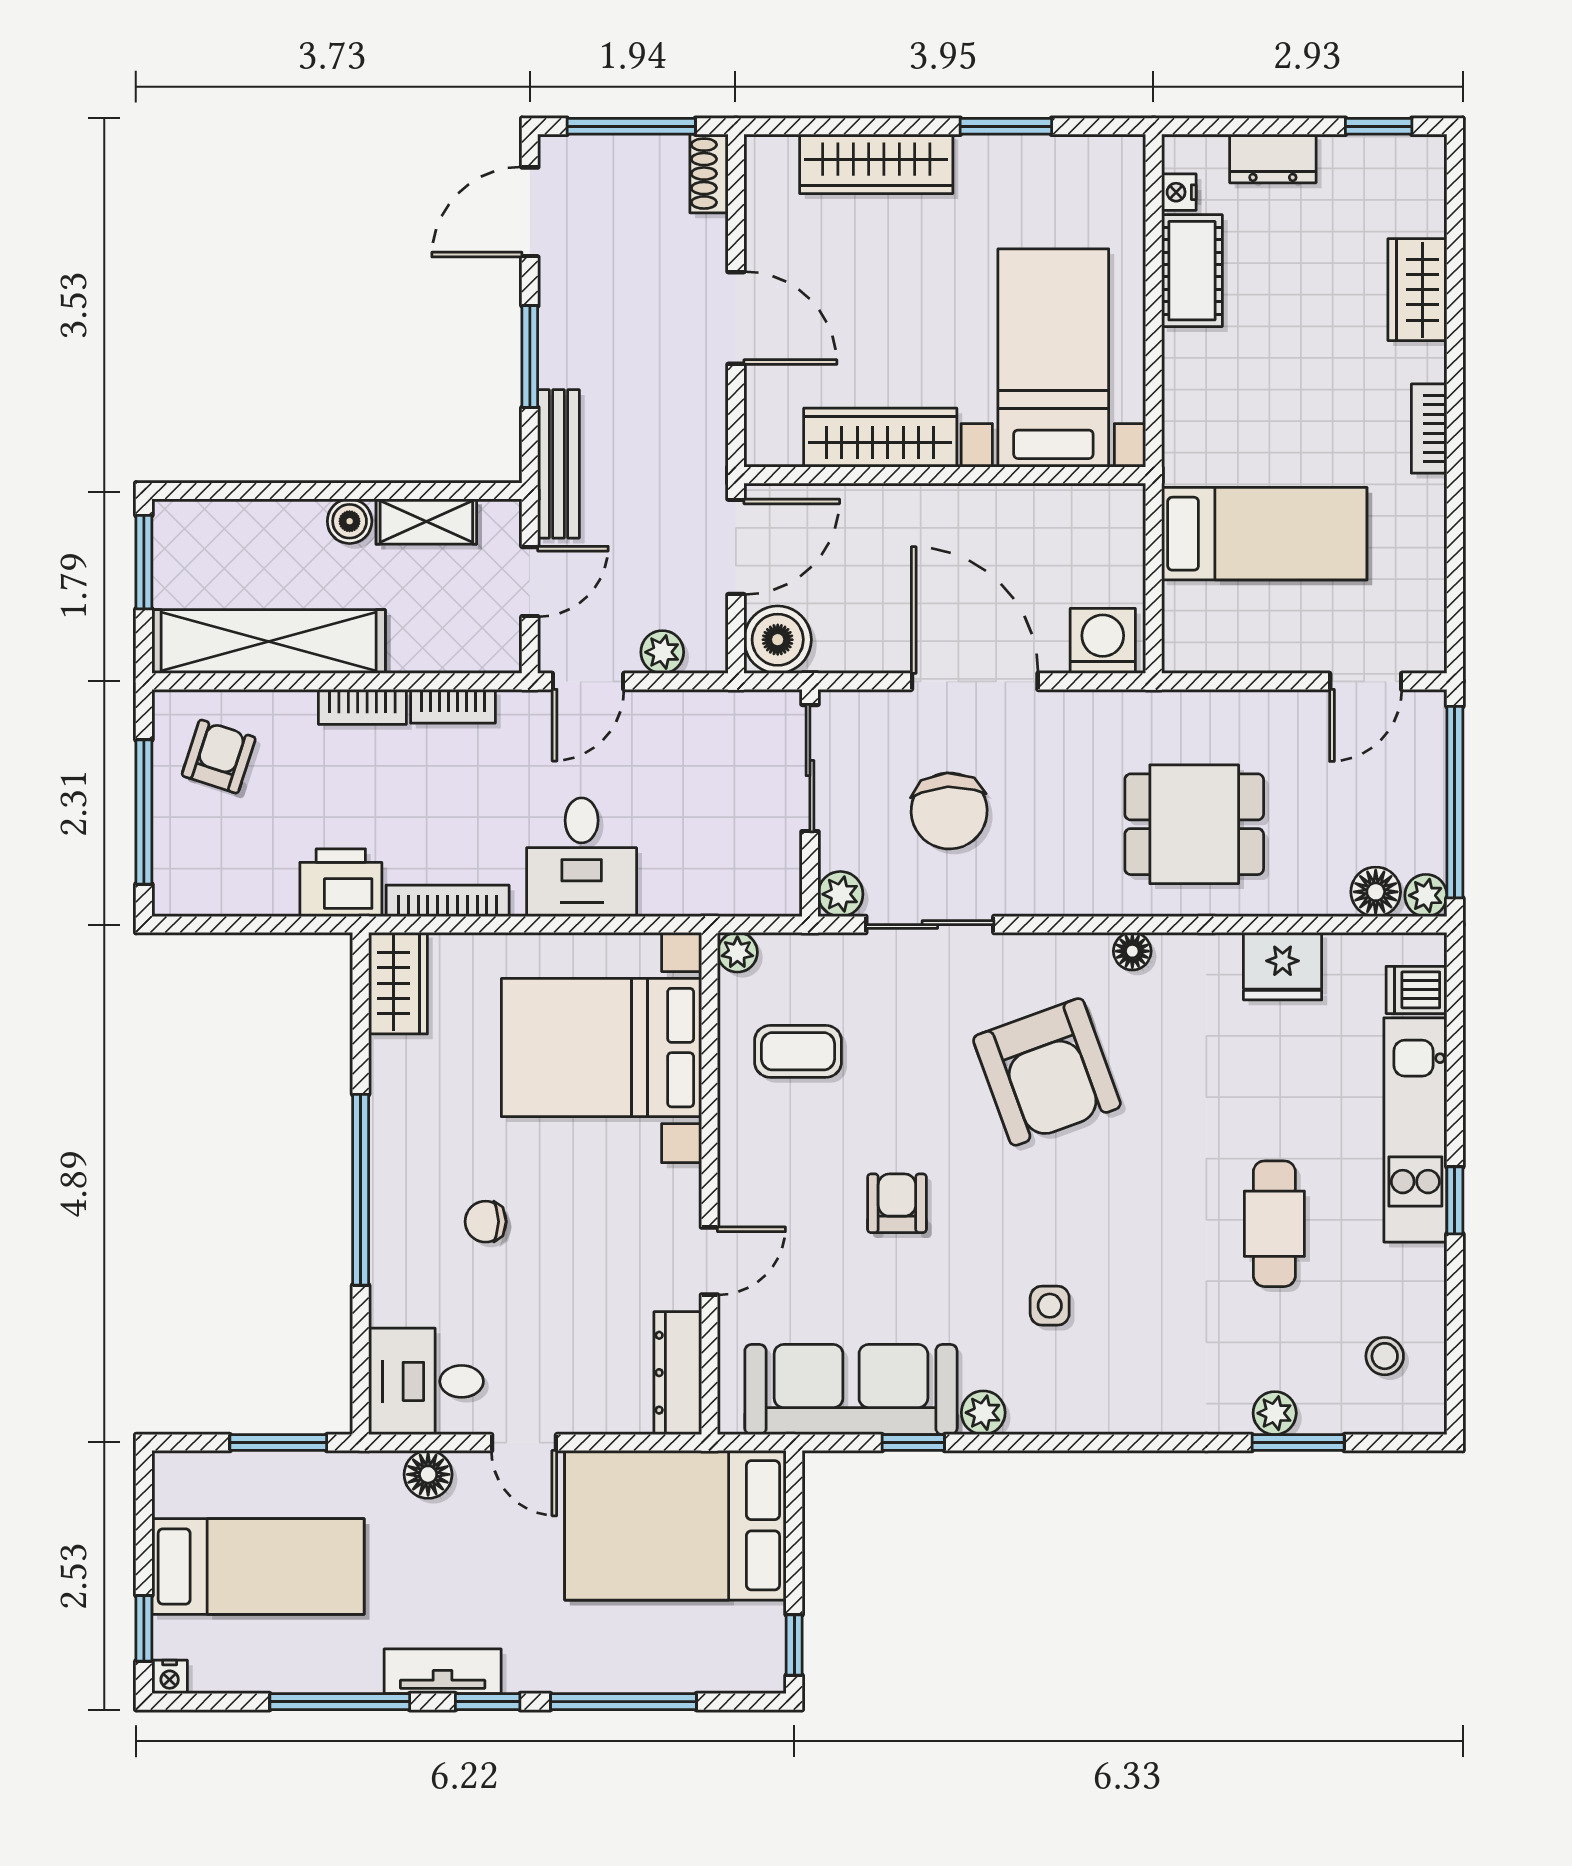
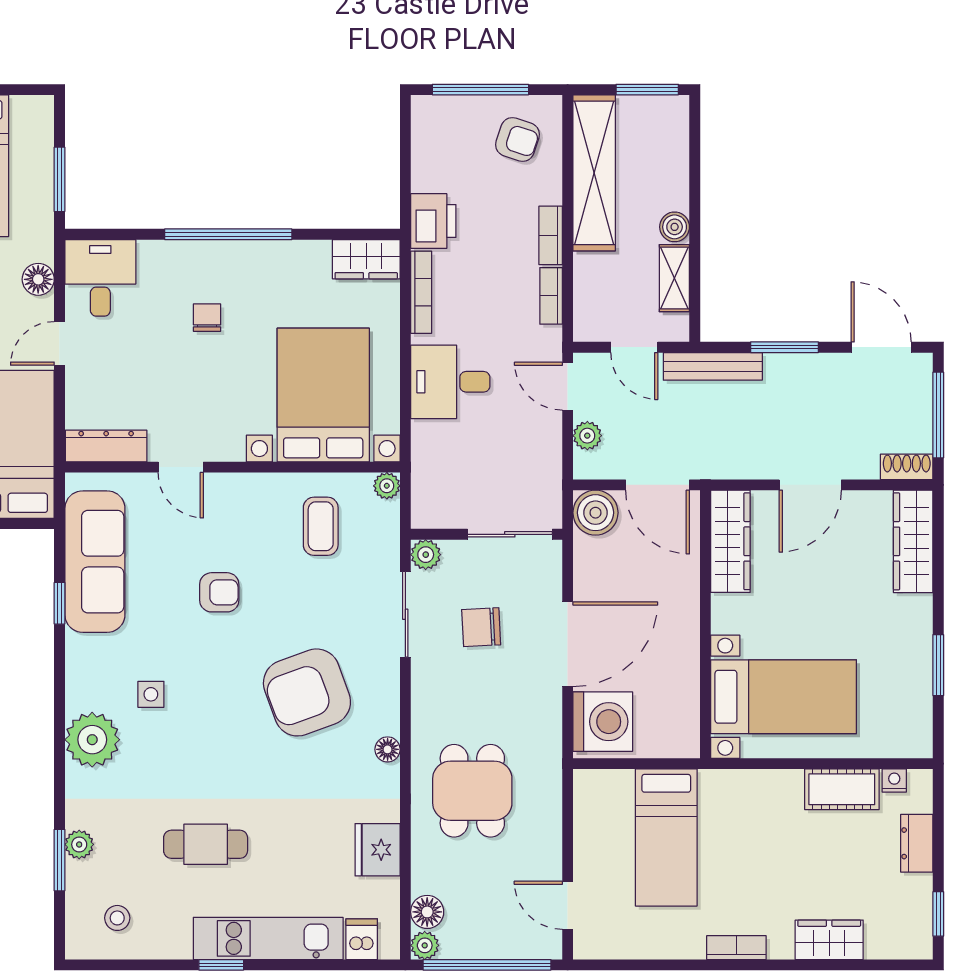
wardrobe: (876, 164) -> (913, 541), moved
wardrobe: (880, 438) -> (730, 541), moved
washing machine: (1103, 641) -> (603, 722), width x1.37, depth x1.37
chair: (949, 811) -> (481, 627), width x0.73, depth x0.73
plant: (983, 1413) -> (92, 740), moved, width x1.88, depth x1.88

